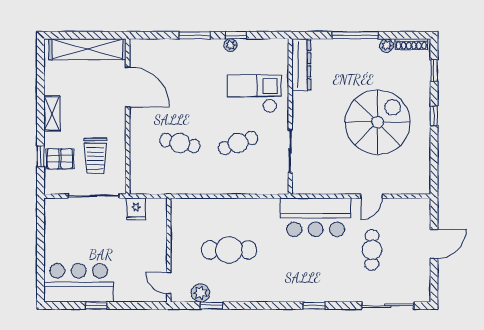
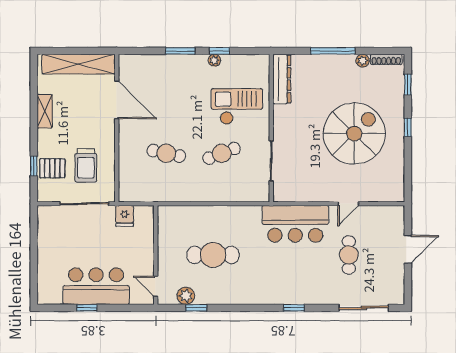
shelving: (52, 113) -> (45, 111), moved
bar counter: (79, 283) -> (96, 286), moved

